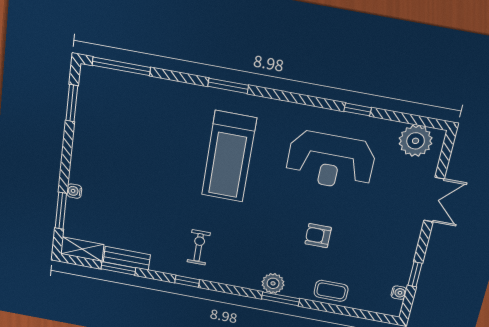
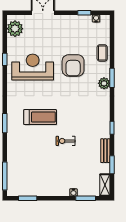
treadmill: (229, 157) -> (40, 117), width x0.73, depth x0.73
reception desk: (331, 161) -> (33, 67), turned -90
armchair: (318, 236) -> (73, 65), width x1.88, depth x1.88
exercise bike: (199, 247) -> (66, 141), moved
bench: (127, 258) -> (105, 151), moved

